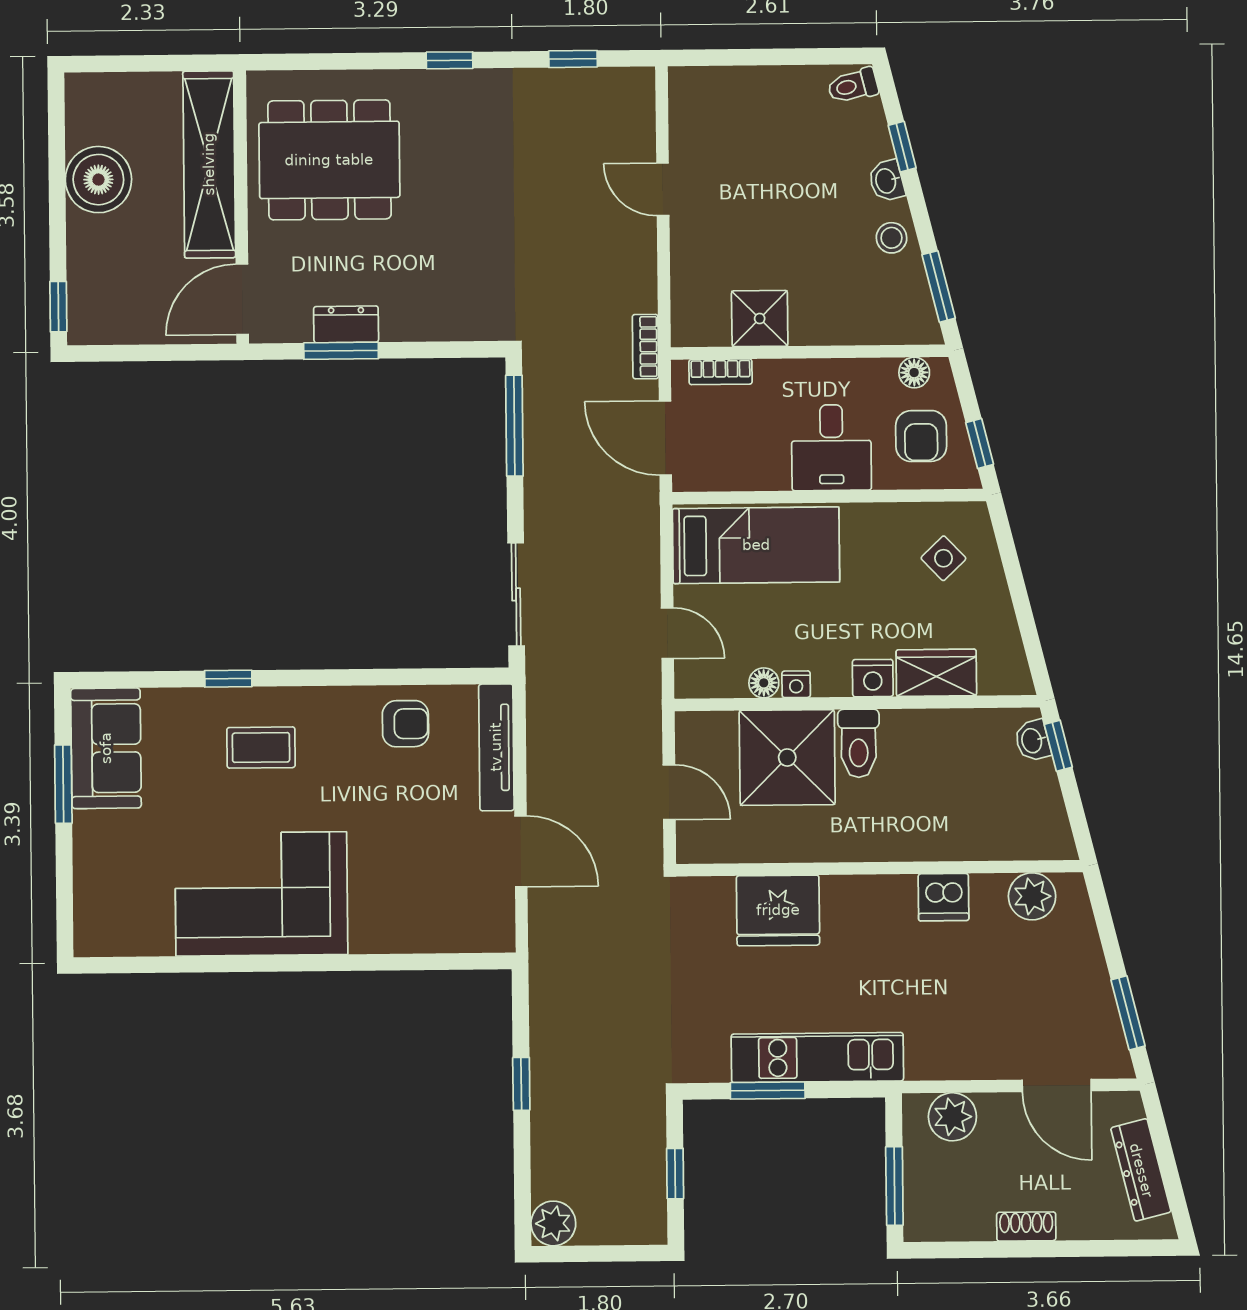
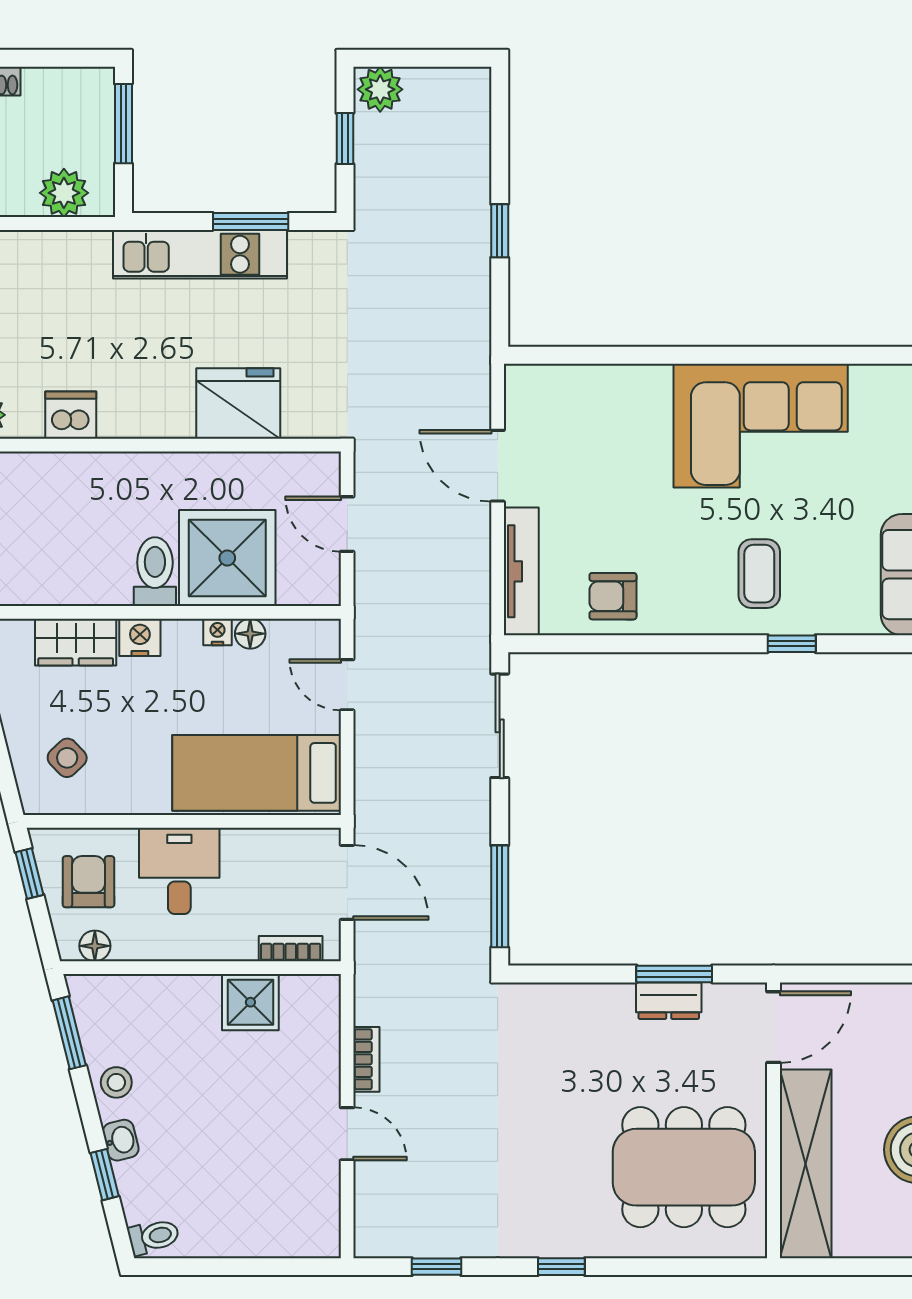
bookcase: (645, 347) -> (366, 1059), moved
coffee table: (261, 748) -> (759, 574), turned 90
plant: (553, 1223) -> (380, 89), moved

